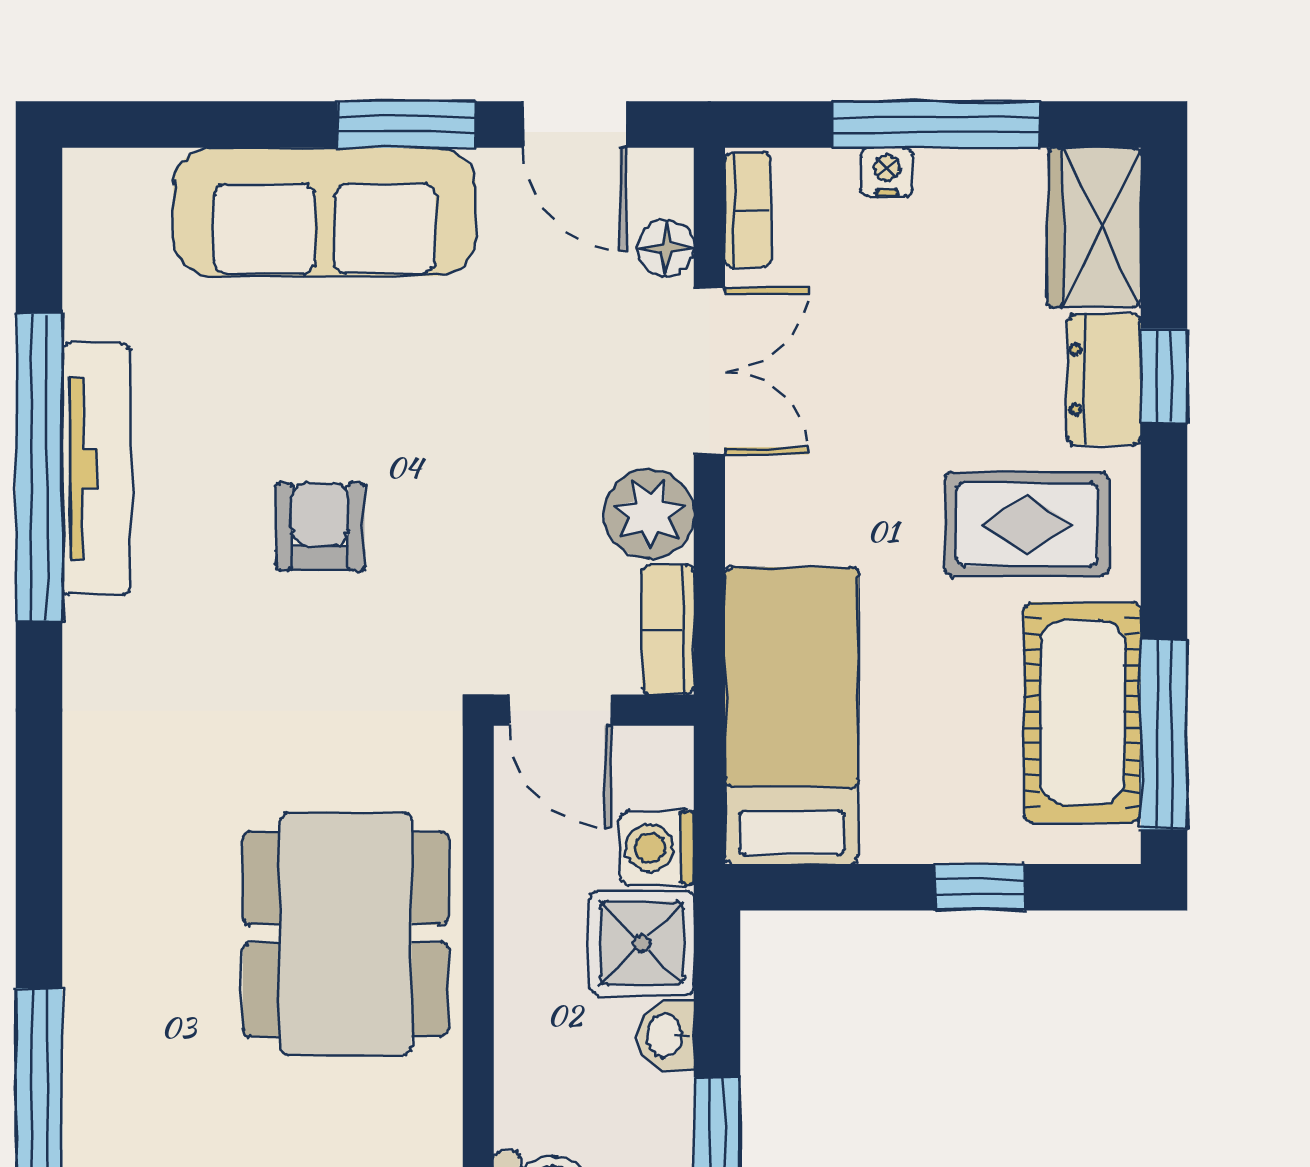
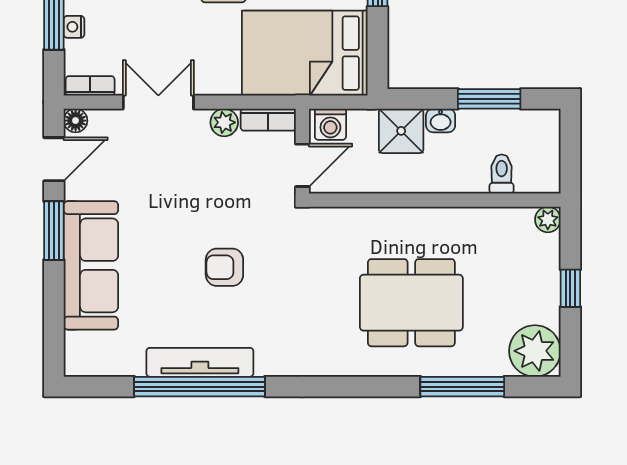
floor lamp: (666, 248) -> (76, 121), moved
plant: (649, 514) -> (224, 122), width x0.73, depth x0.73
bed: (792, 716) -> (305, 53), width x1.50
washing machine: (657, 848) -> (330, 124), moved
dining table: (346, 934) -> (411, 303), moved

